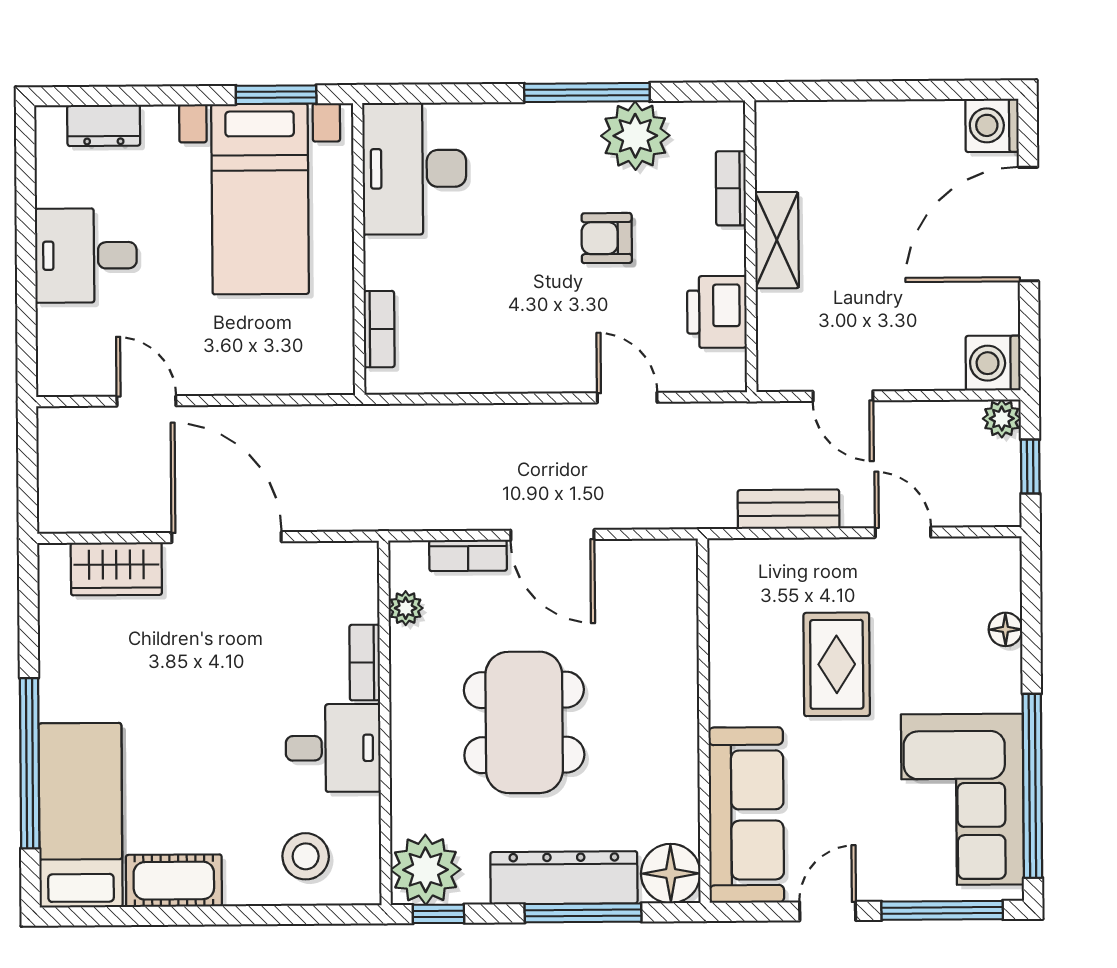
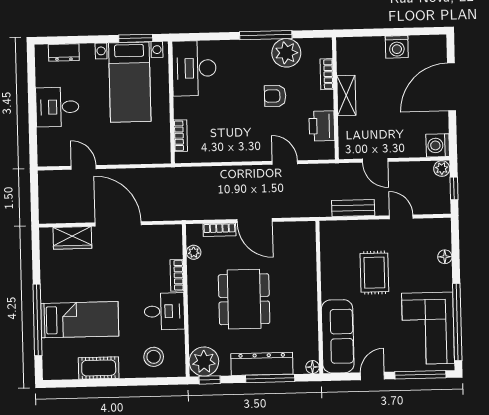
washing machine: (992, 125) -> (397, 47), moved, turned -90
bed: (80, 815) -> (80, 320), moved, turned 90
floor lamp: (671, 873) -> (312, 367), width x0.53, depth x0.53

